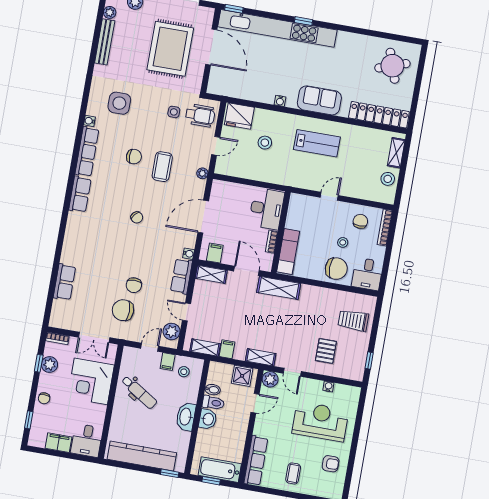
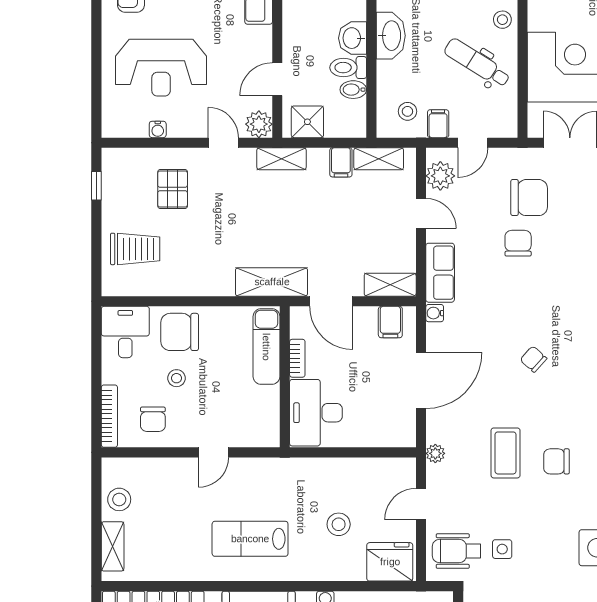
stool: (120, 415) -> (502, 20), added

